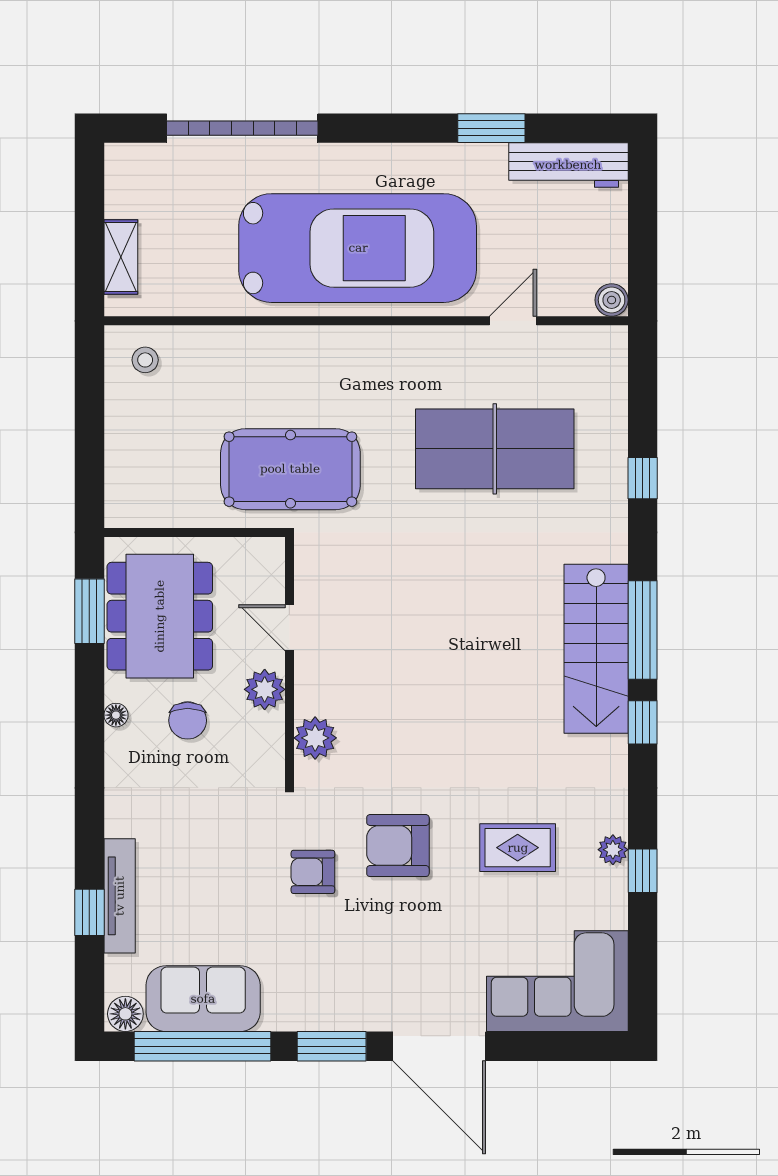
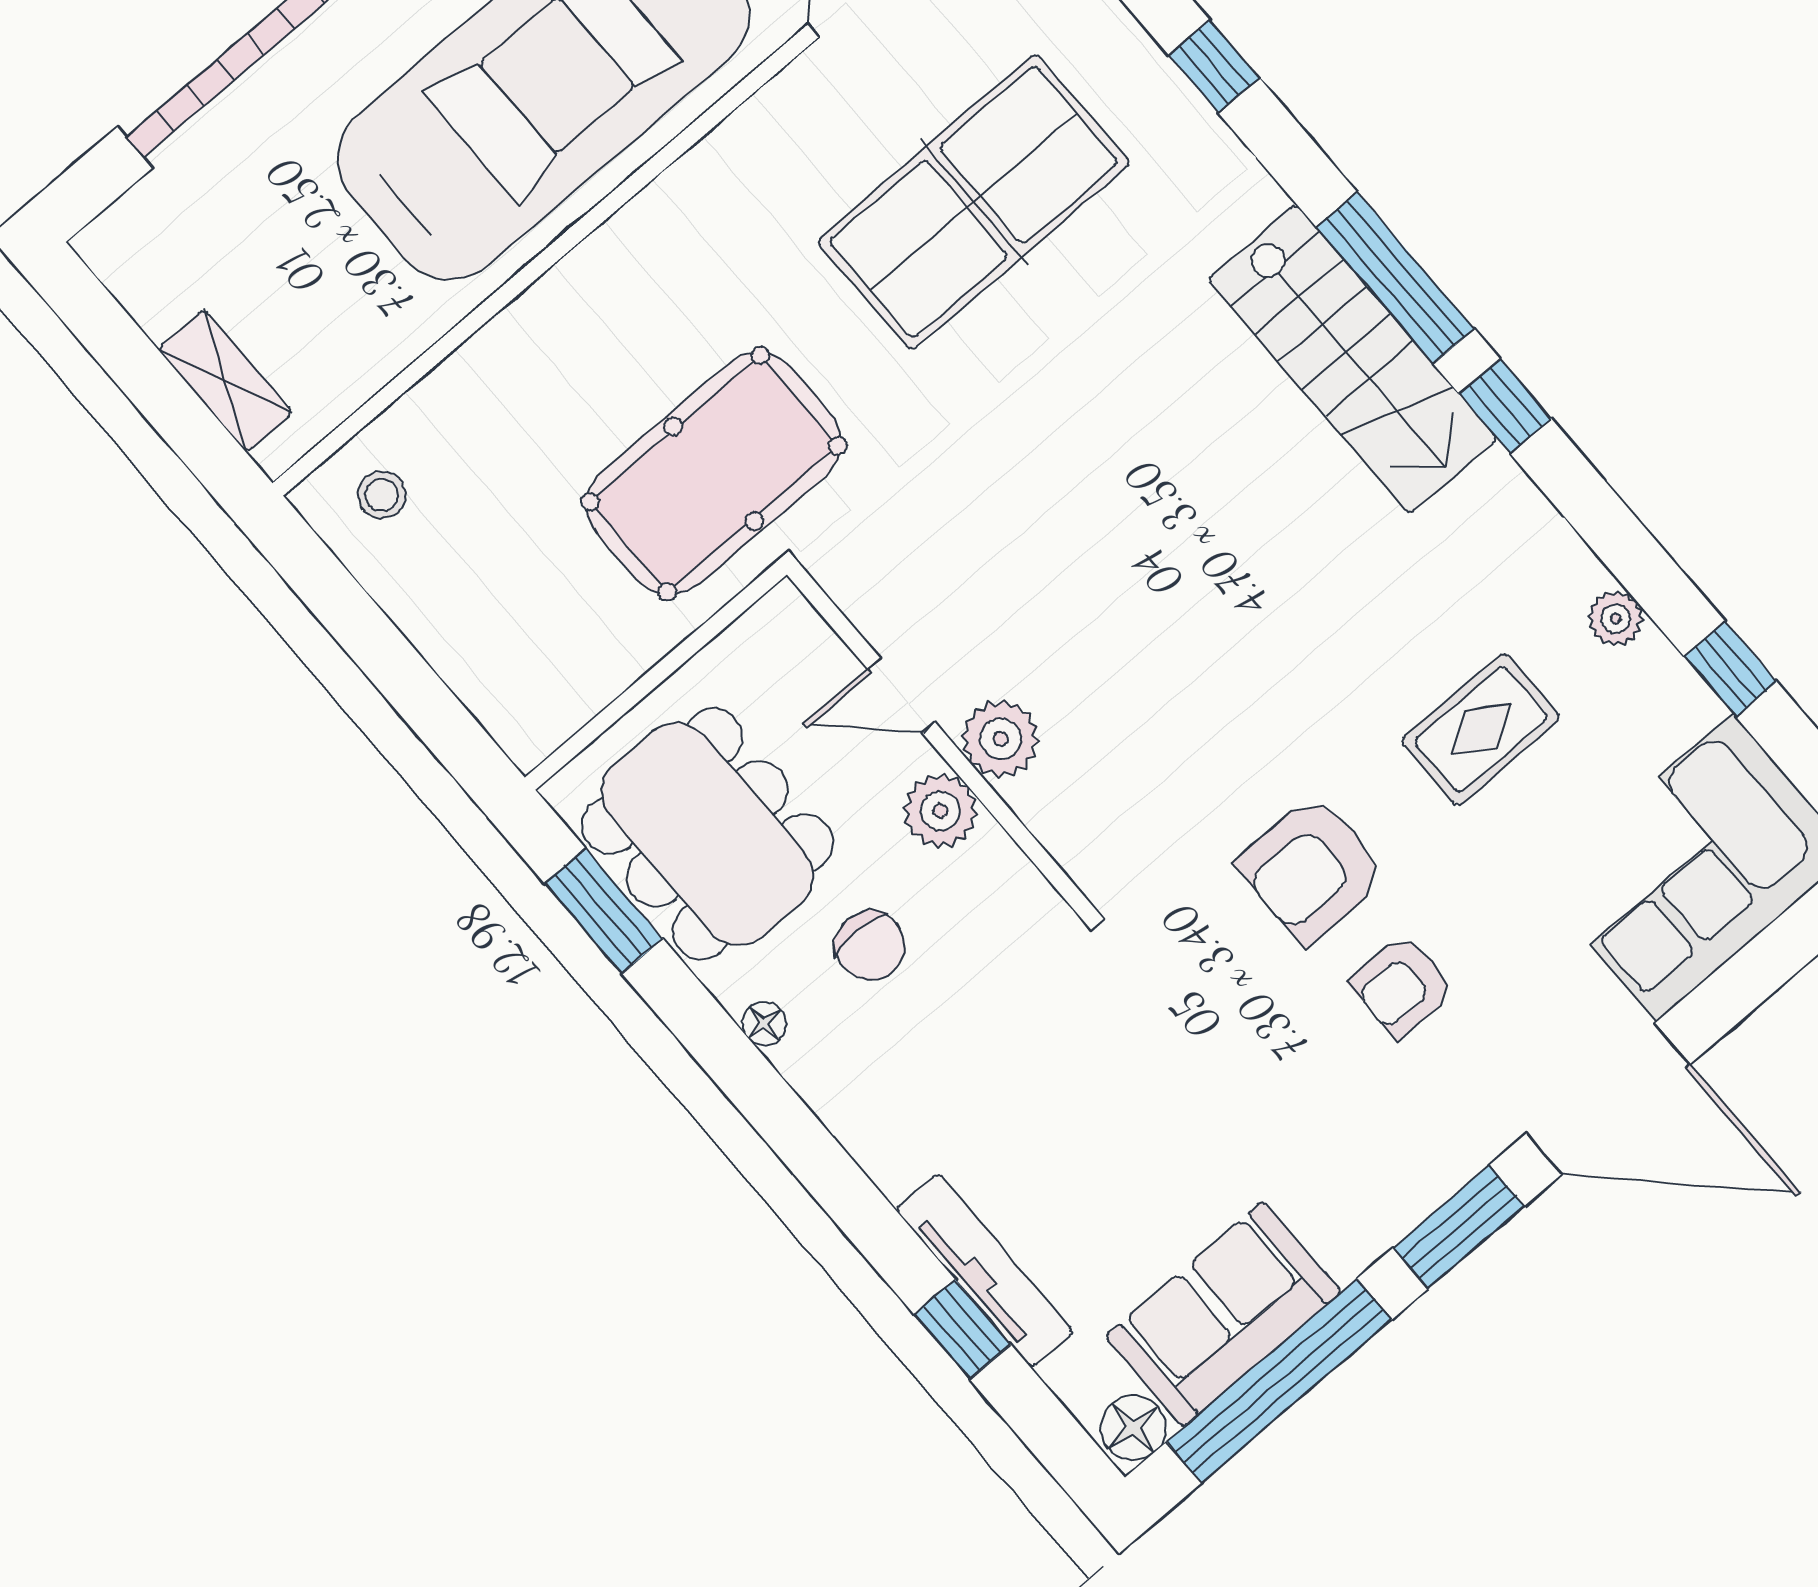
plant: (315, 738) -> (1000, 739), moved
window: (643, 871) -> (1730, 669), moved
armchair: (313, 872) -> (1402, 986), moved

